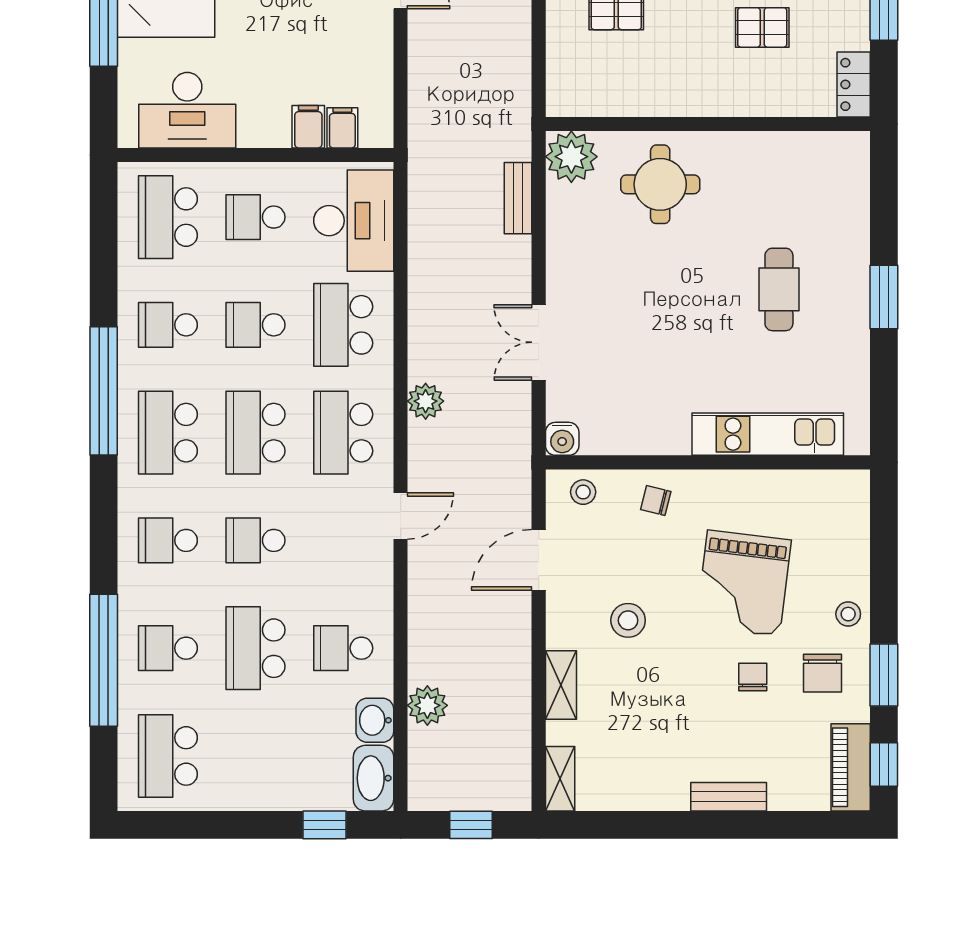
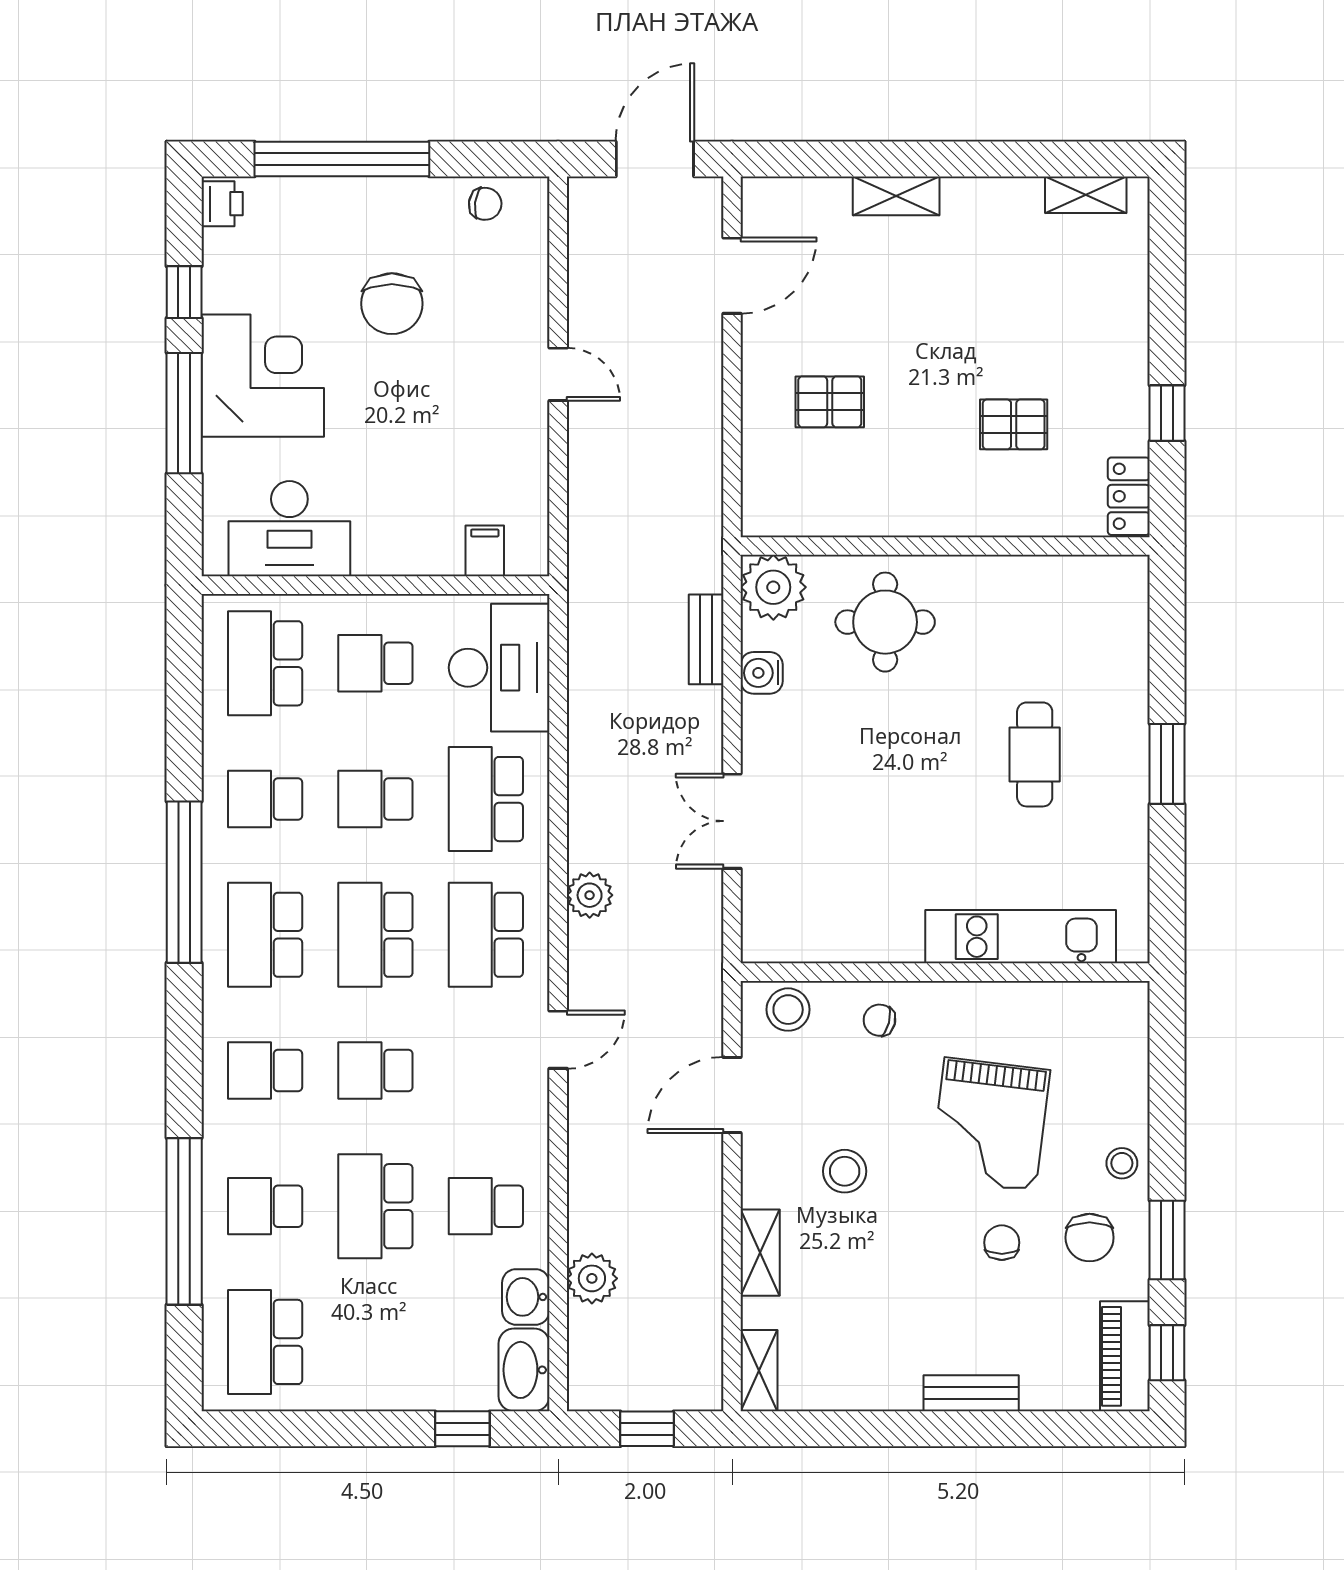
filing cabinet: (308, 127) -> (442, 549), removed
water cooler: (562, 439) -> (762, 673), moved, turned 90
stool: (583, 492) -> (788, 1010), width x1.37, depth x1.37

